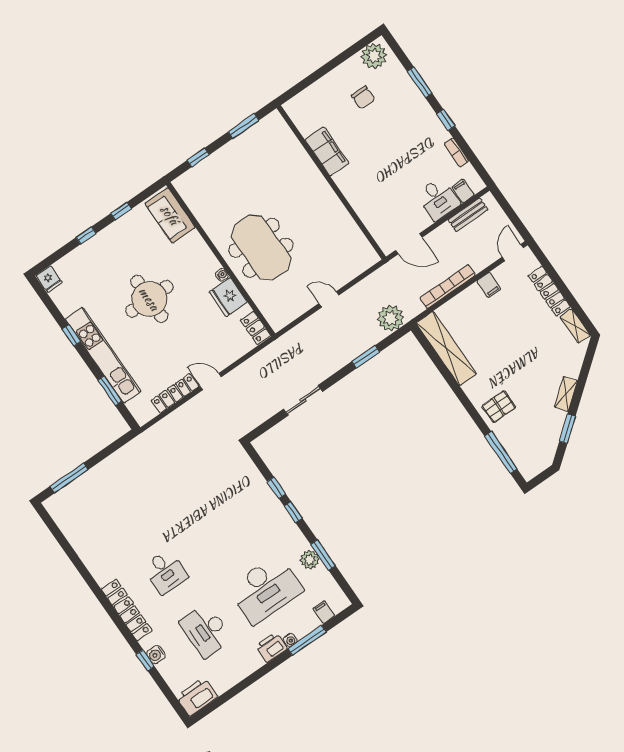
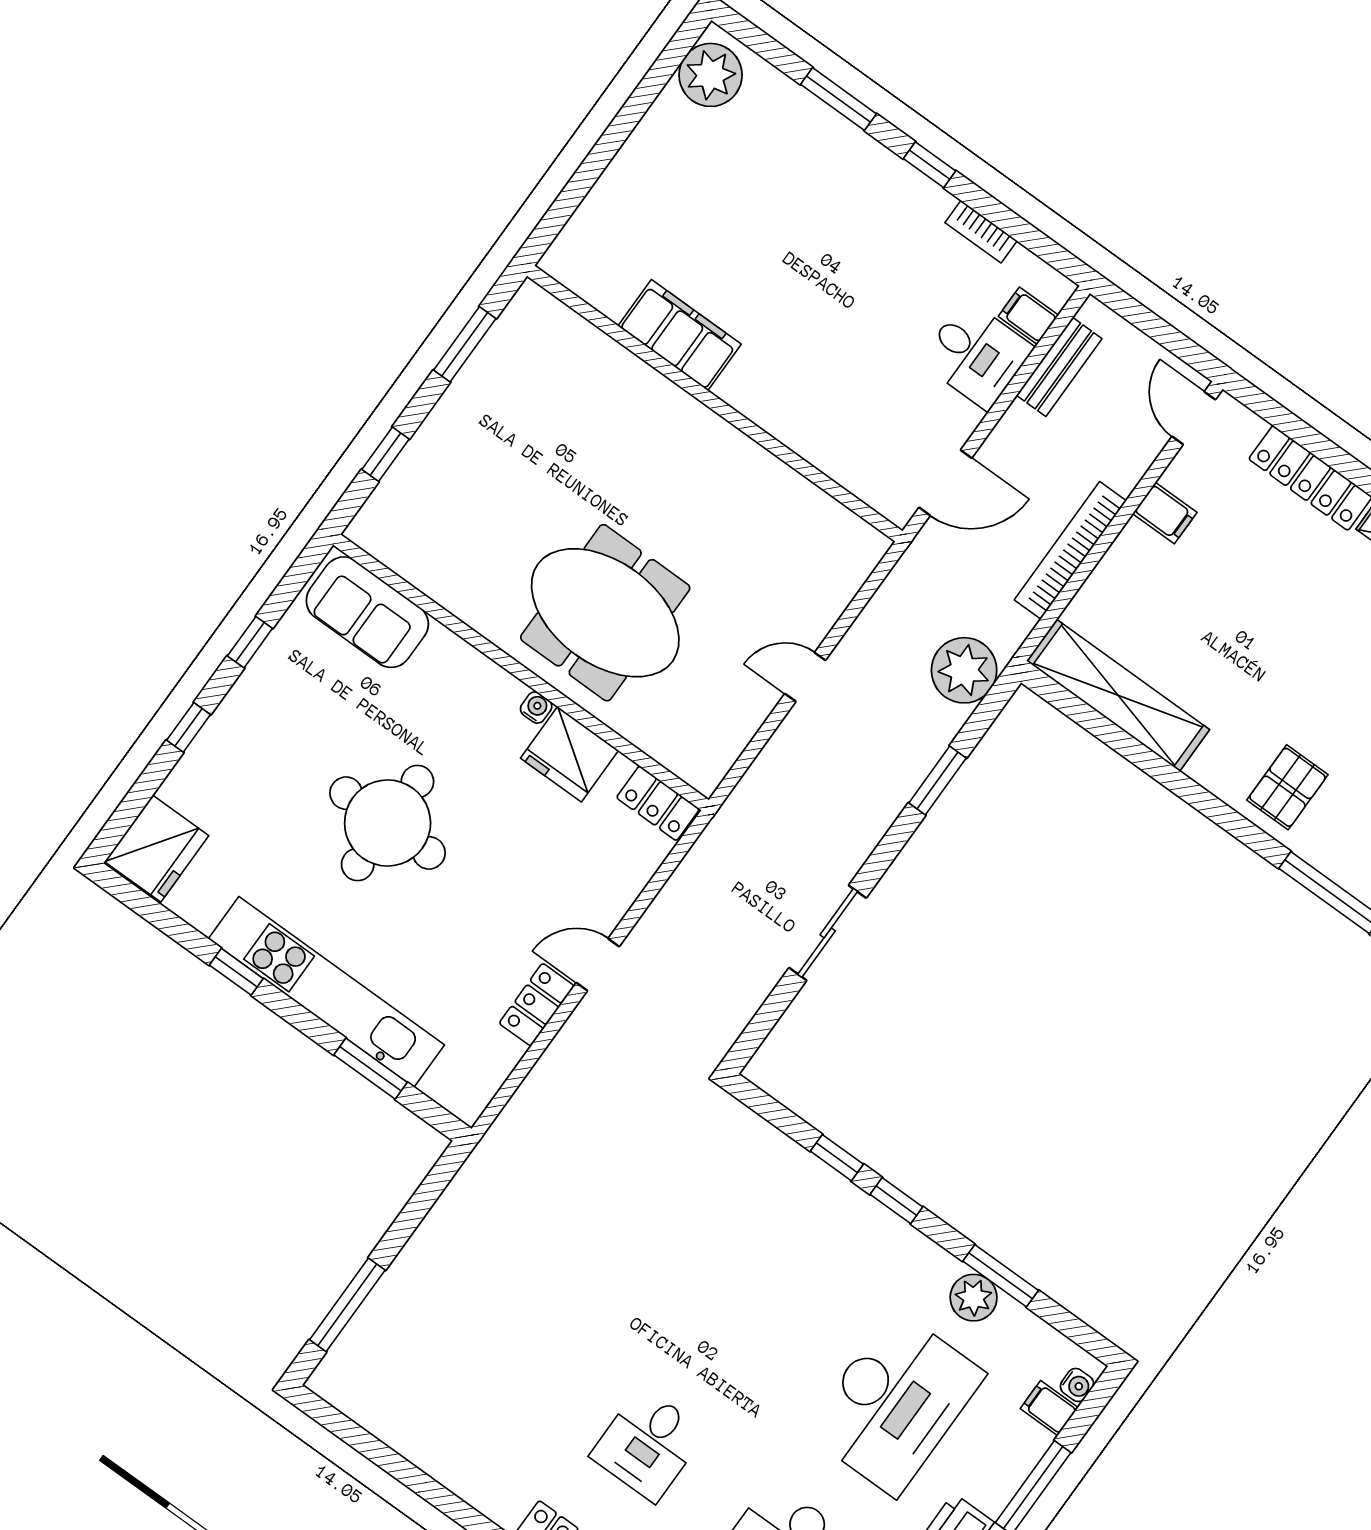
chair: (363, 98) -> (720, 180), removed
fridge: (49, 279) -> (157, 849), width x1.88, depth x1.34
locker: (175, 393) -> (537, 1005), width x0.66
desk: (165, 572) -> (648, 1444), turned 90
water cooler: (290, 640) -> (1077, 1385), moved

